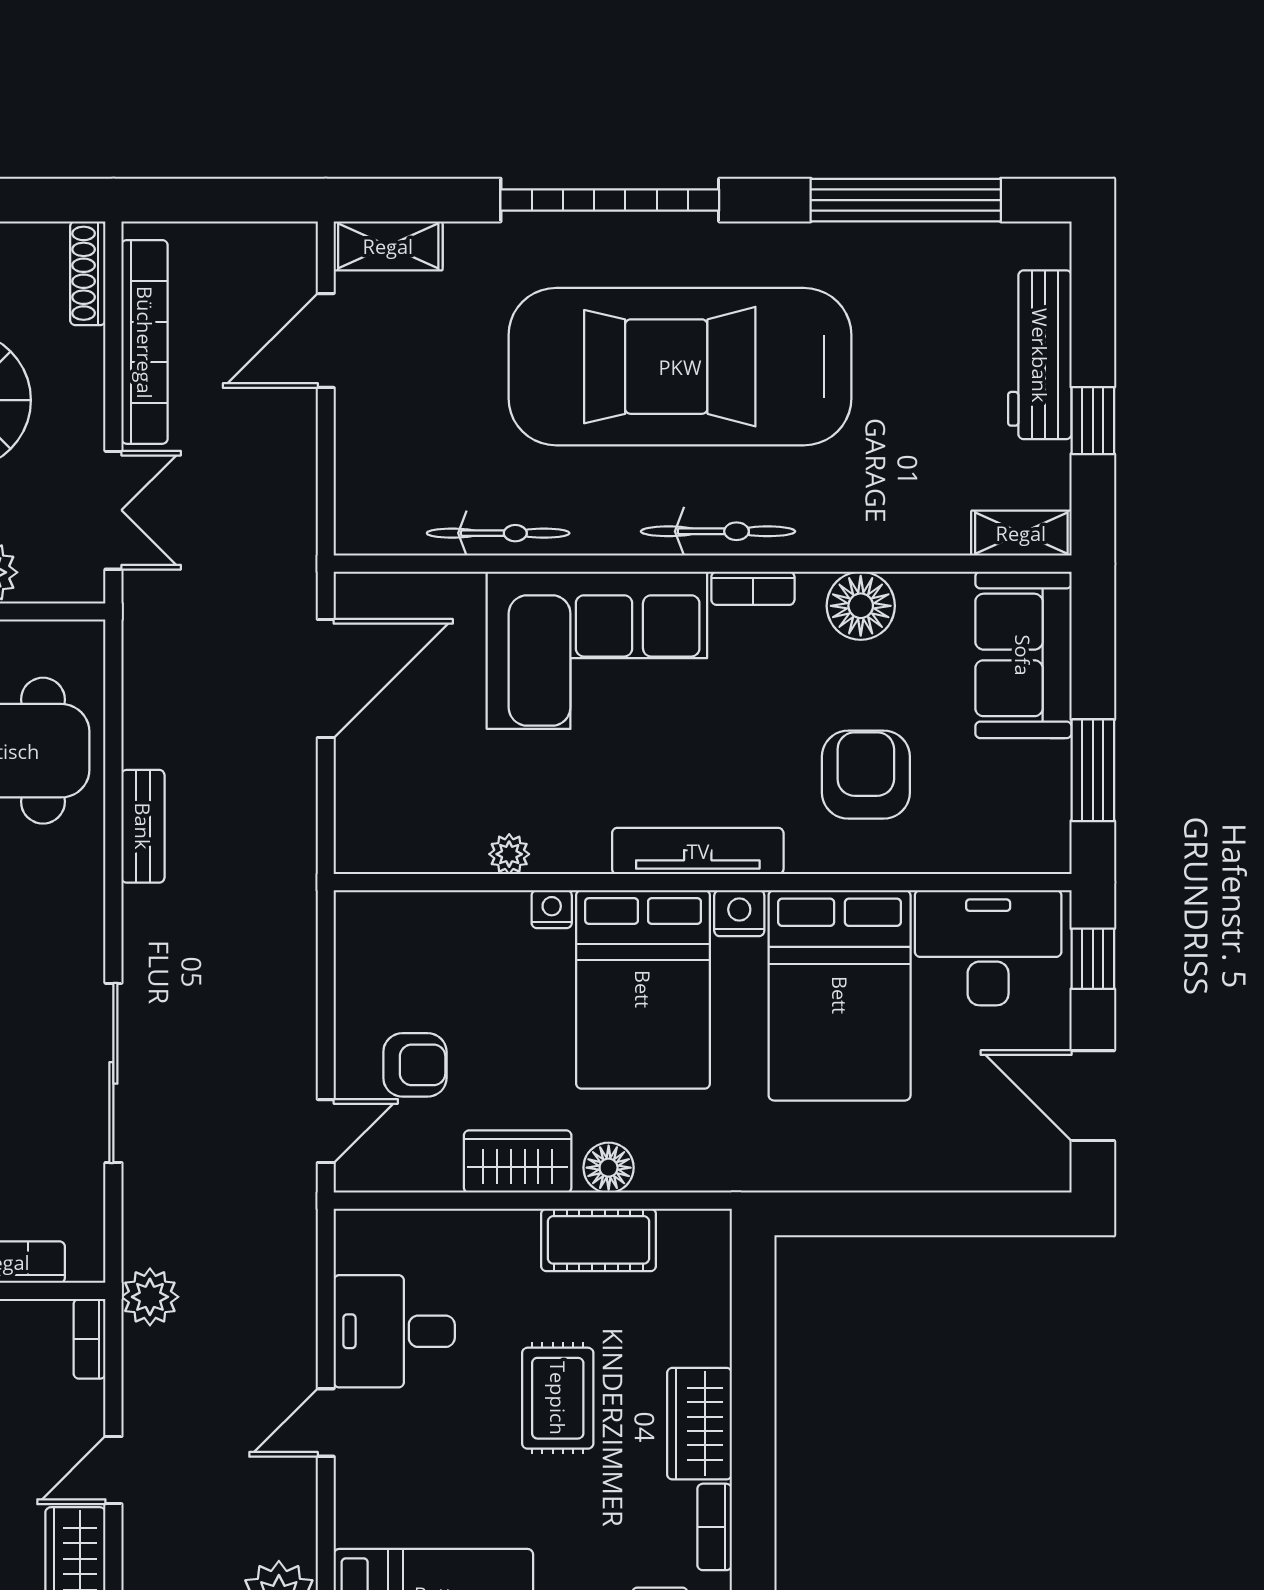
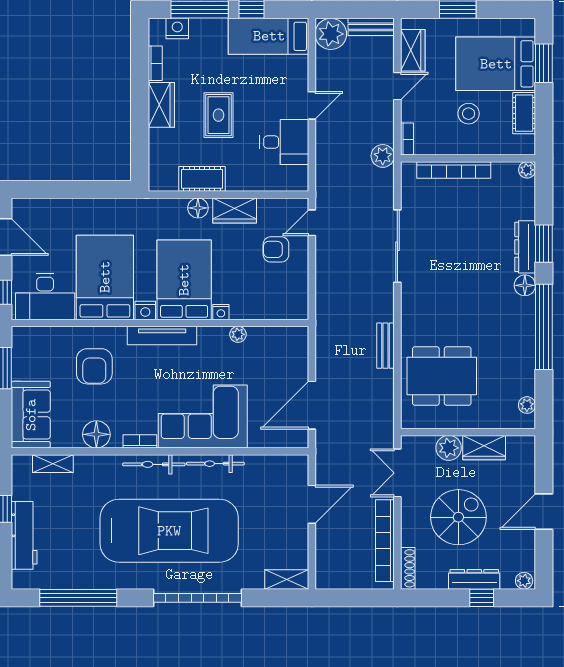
door: (326, 340) -> (312, 504), moved
bicycle: (498, 533) -> (215, 464), moved
shelving: (1021, 533) -> (53, 464), moved

